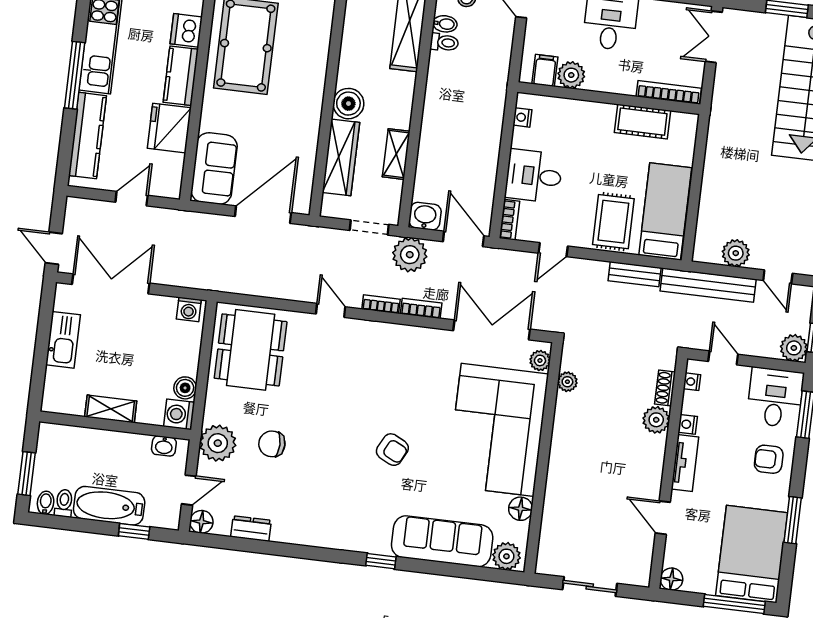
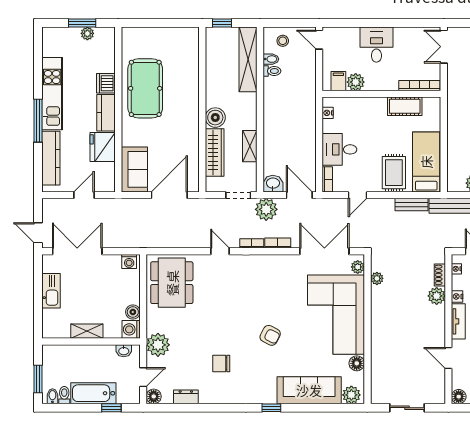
chair: (272, 444) -> (221, 363), moved

